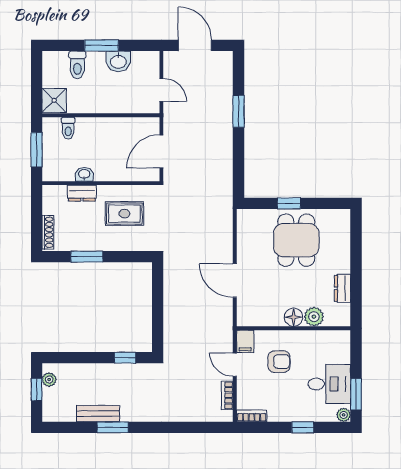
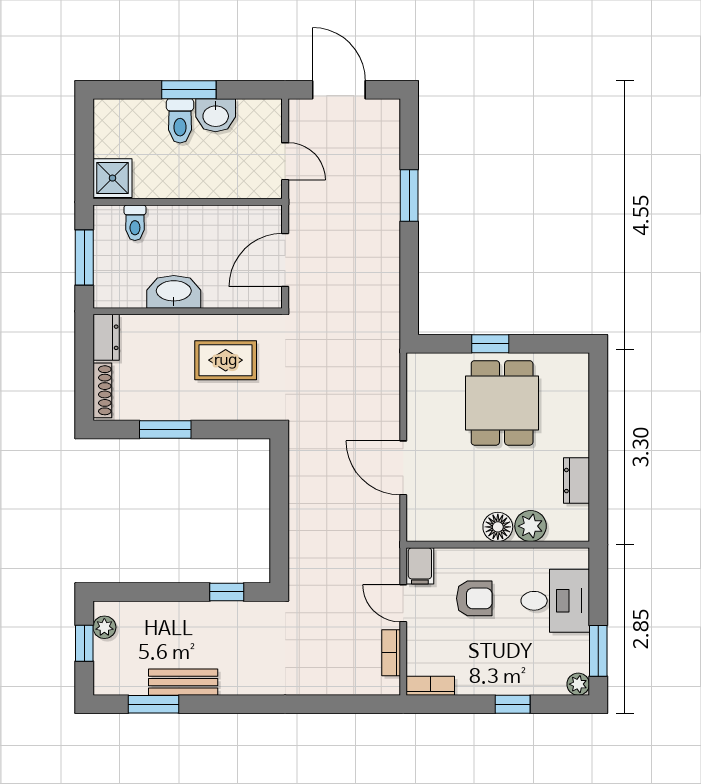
toilet: (77, 65) -> (180, 121), moved
washbasin: (84, 174) -> (174, 292), width x1.91, depth x1.45
dresser: (82, 193) -> (106, 337), moved, turned -90
desk: (329, 384) -> (555, 601), moved
window: (113, 427) -> (153, 704), moved

